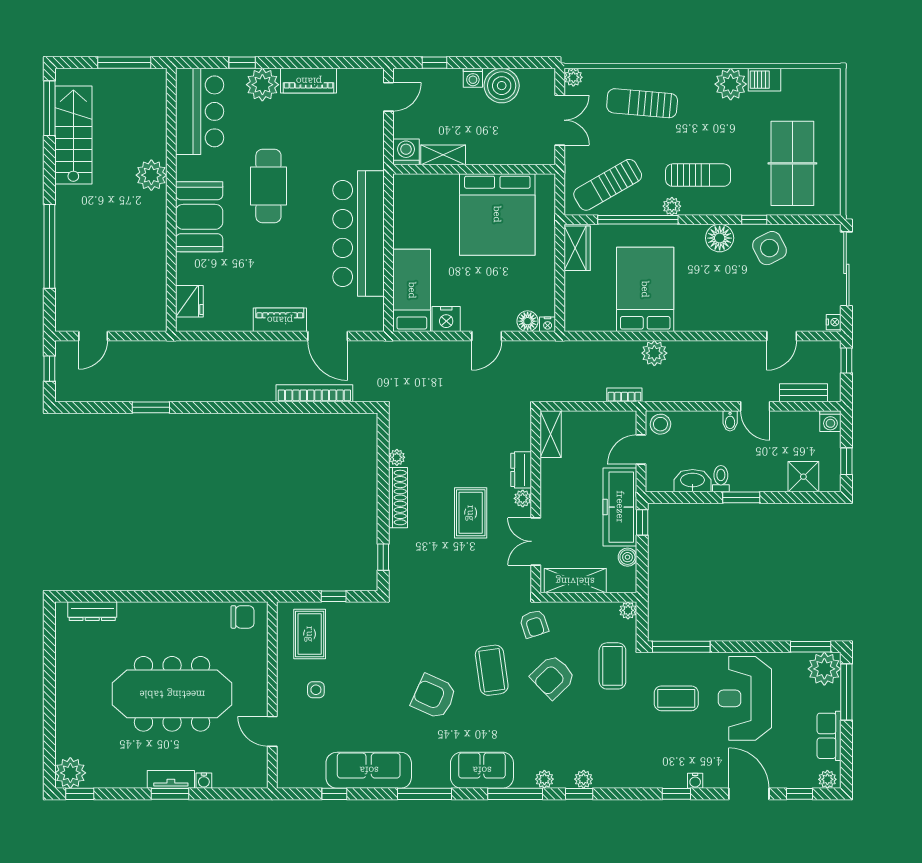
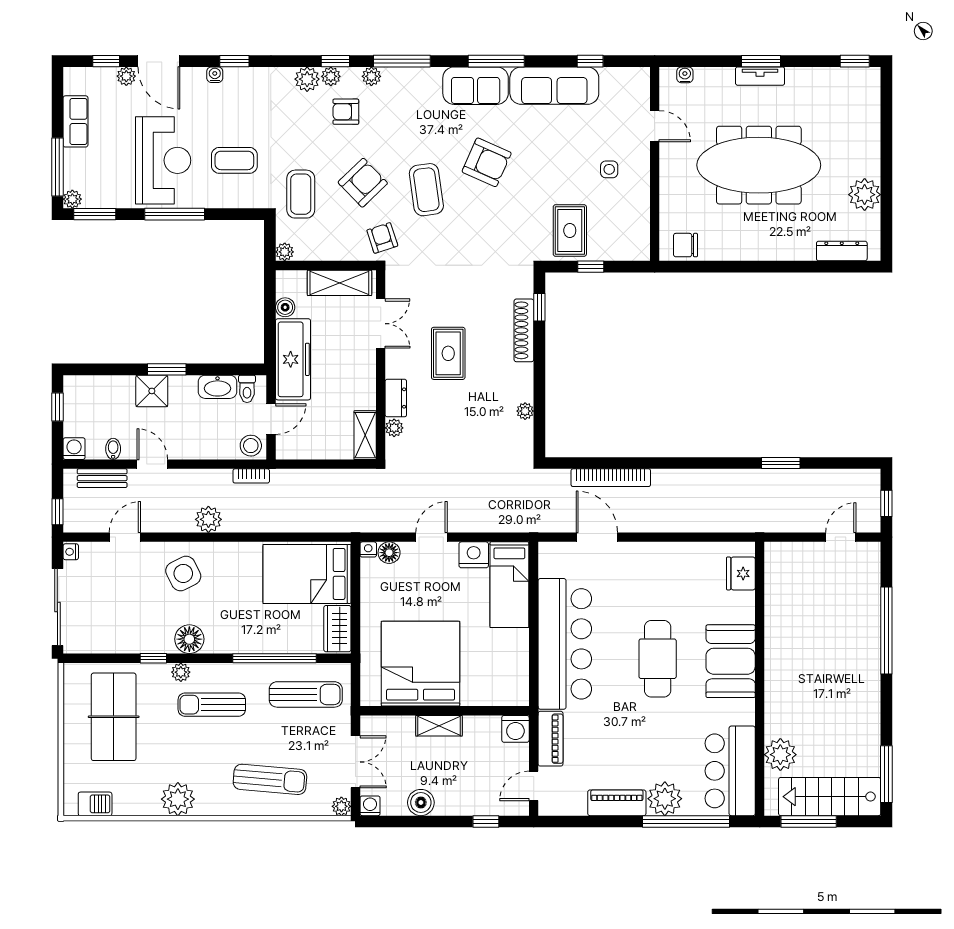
window: (242, 63) -> (686, 821), width x3.17
washing machine: (473, 78) -> (370, 806), moved
barbecue: (764, 80) -> (95, 804), moved
boiler: (502, 86) -> (421, 803), width x0.73, depth x0.73
double door: (560, 120) -> (355, 762), swing flipped
stairs: (73, 135) -> (830, 797), moved, turned 90
shelving: (443, 155) -> (439, 726), moved
plant: (151, 175) -> (780, 755), moved
sun lounger: (608, 185) -> (306, 694), turned 30
cafe table: (268, 186) -> (658, 659), moved
plant: (672, 206) -> (181, 672), moved
side table: (770, 248) -> (183, 573), moved
bed: (645, 289) -> (307, 574), moved, turned 90
piano: (280, 320) -> (550, 739), moved, turned -90
plant: (654, 353) -> (208, 519), moved
bookcase: (624, 395) -> (251, 476), moved
bidet: (730, 421) -> (113, 449), moved
shower: (803, 477) -> (152, 391), moved
toilet: (721, 479) -> (247, 389), moved
shoe rack: (398, 498) -> (524, 330), moved
plant: (523, 498) -> (394, 428), moved
window: (642, 522) -> (270, 343), removed
rug: (310, 634) -> (570, 230), moved
window: (681, 647) -> (175, 214), moved
plant: (824, 669) -> (72, 199), width x0.53, depth x0.53
armchair: (569, 745) -> (346, 112), added
sofa: (482, 770) -> (476, 86), moved
plant: (70, 773) -> (865, 195), moved
plant: (606, 776) -> (307, 79), added
plant: (827, 779) -> (126, 76), moved
water cooler: (204, 781) -> (685, 75), moved

